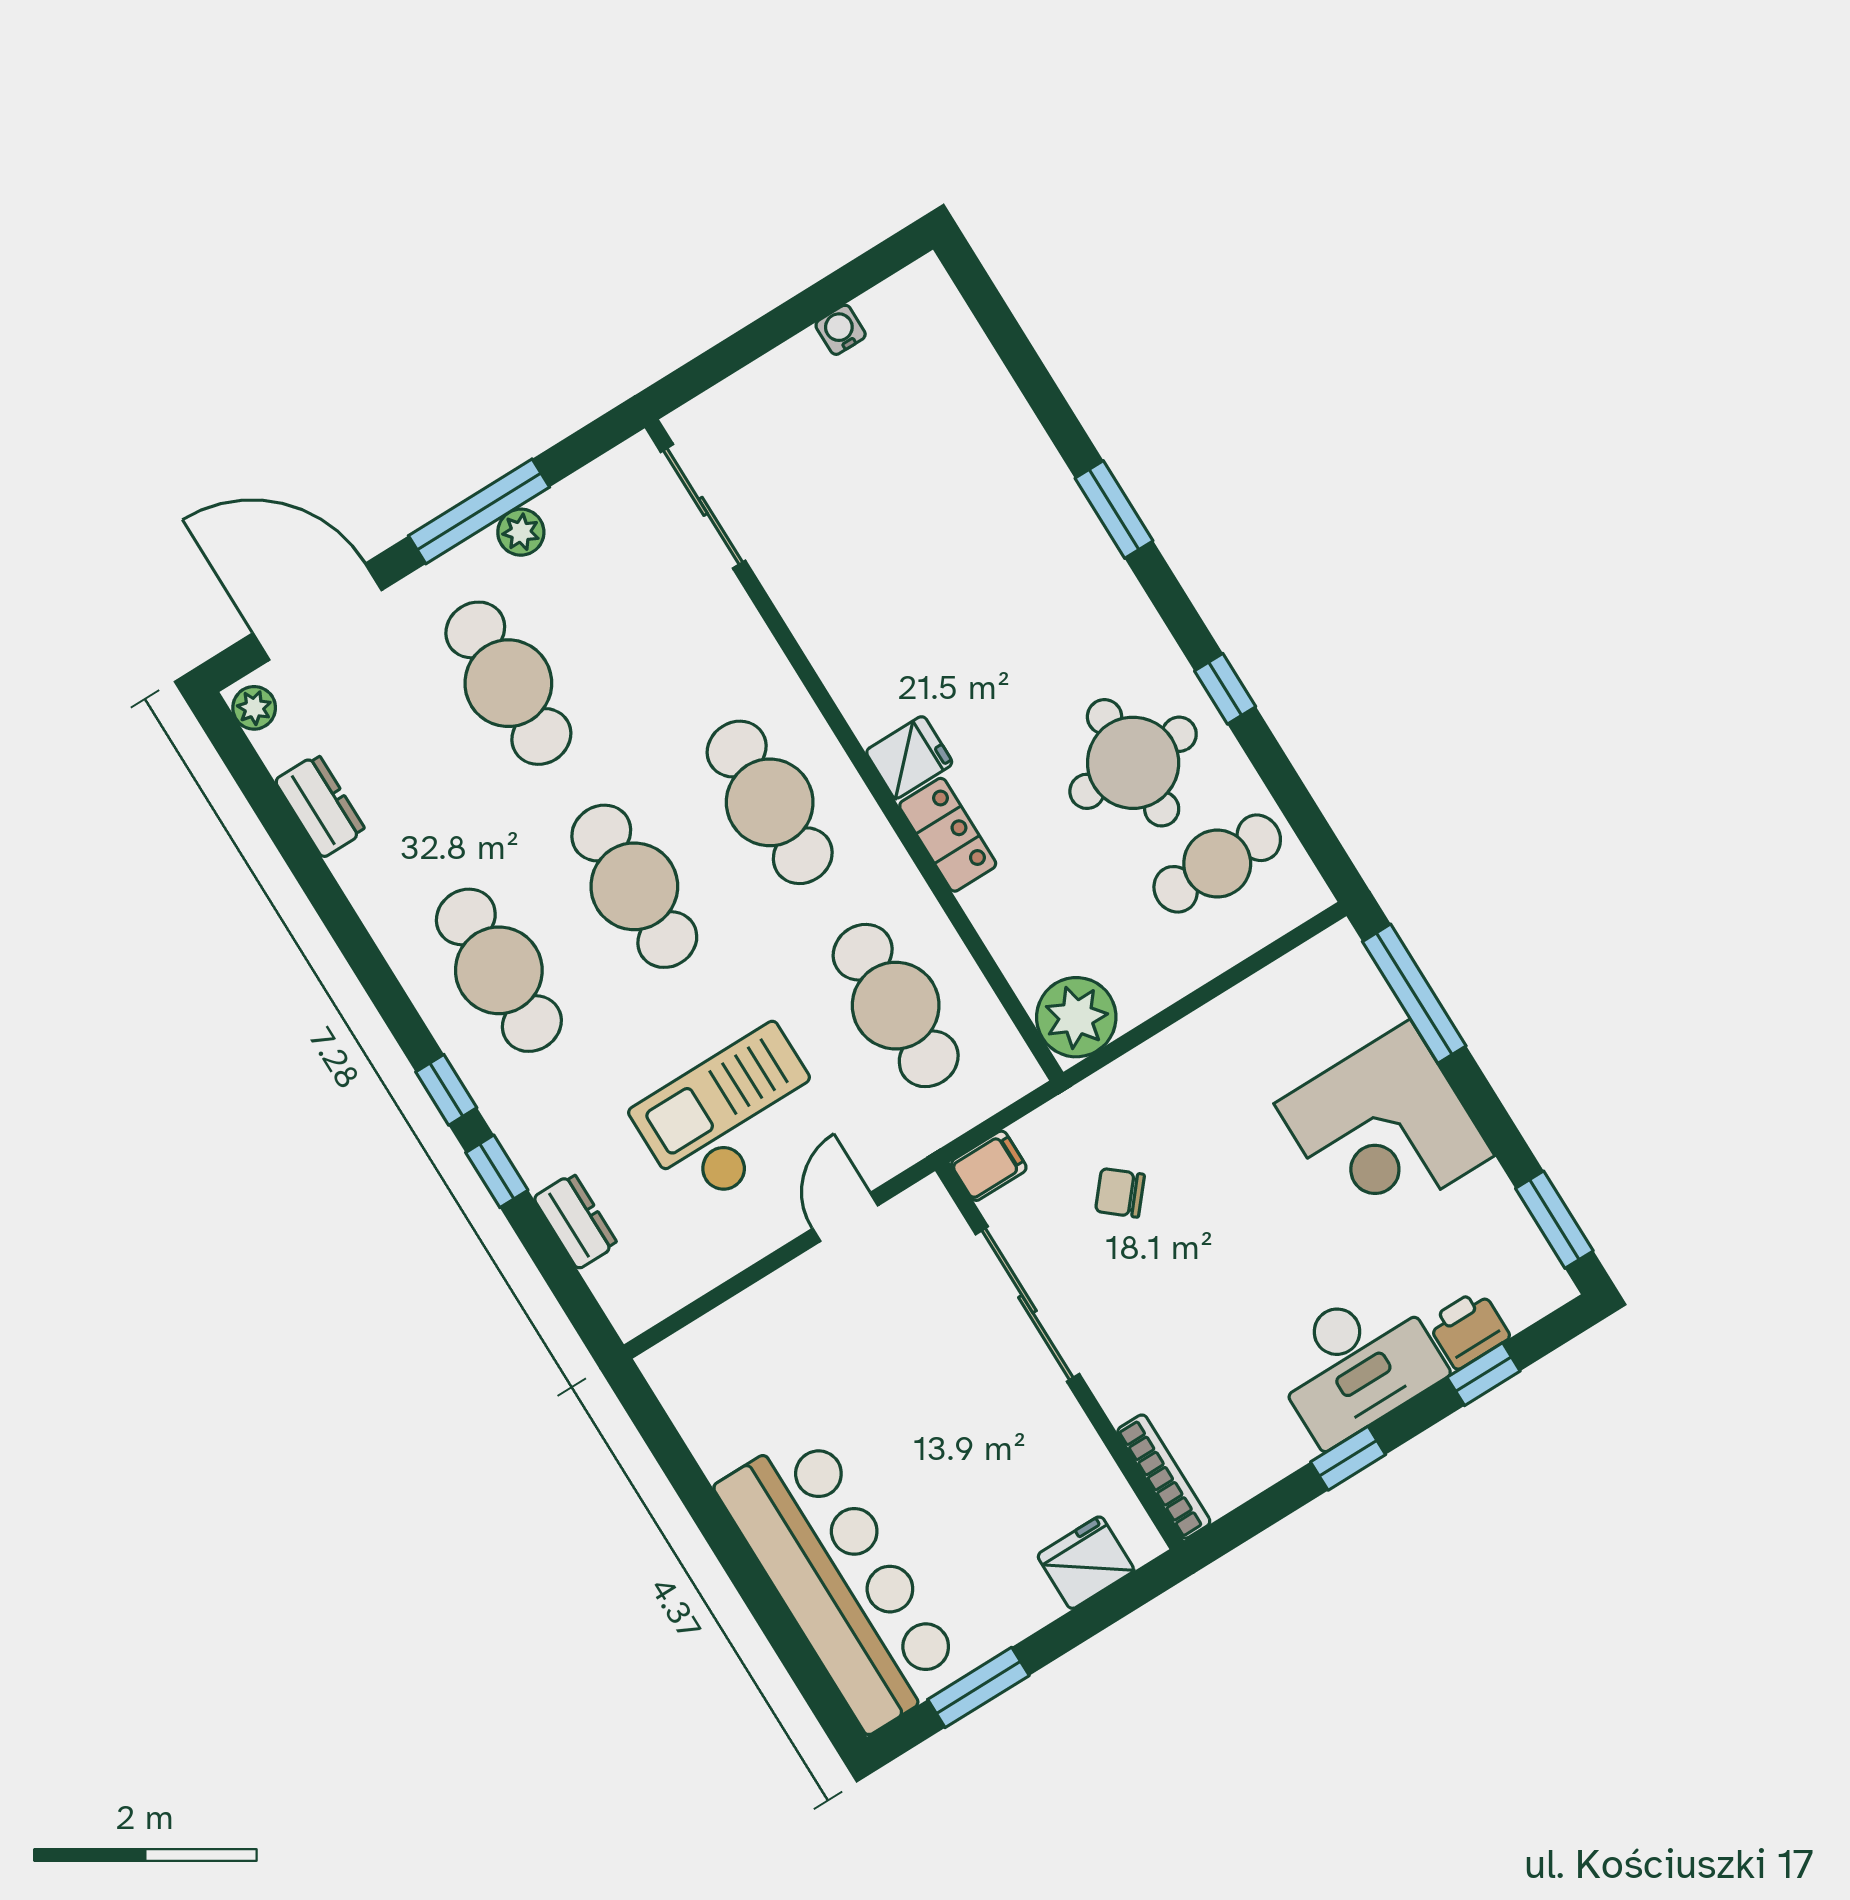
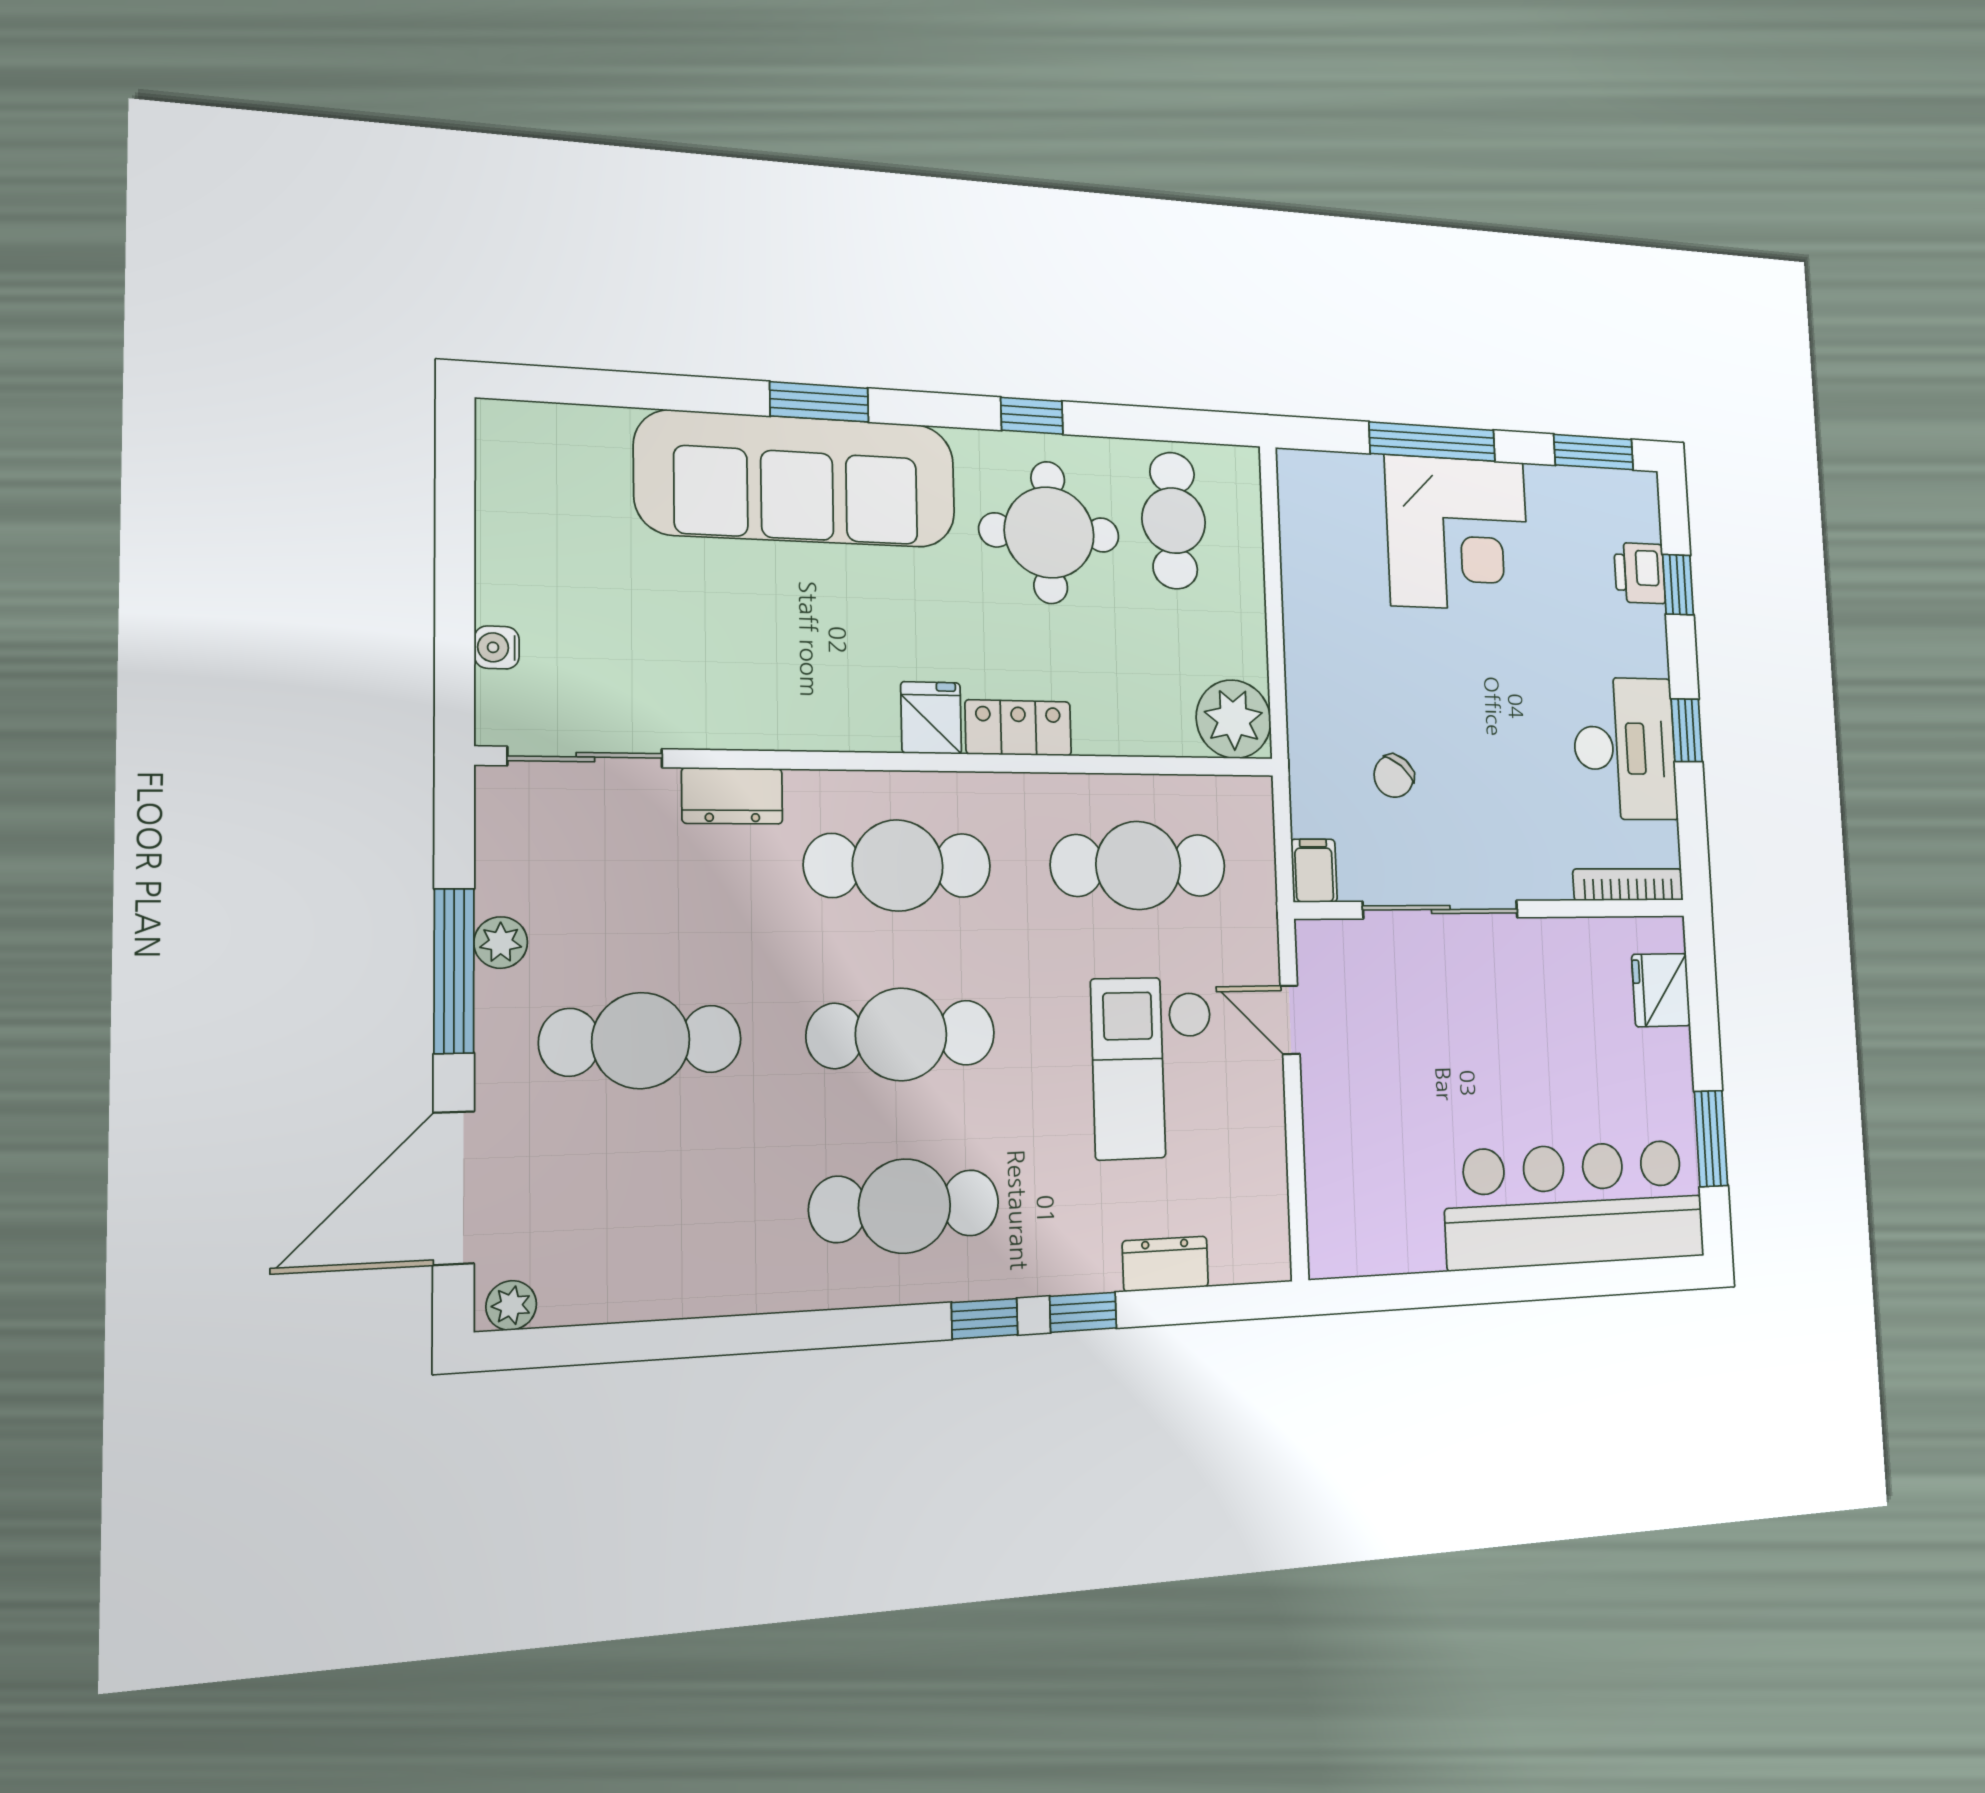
water cooler: (841, 330) -> (497, 647), moved
sofa: (1037, 531) -> (797, 479), added
dresser: (320, 806) -> (732, 796), moved, turned 180
window: (1414, 994) -> (1432, 442), moved
desk: (1356, 1363) -> (1625, 748), moved

